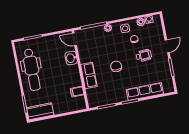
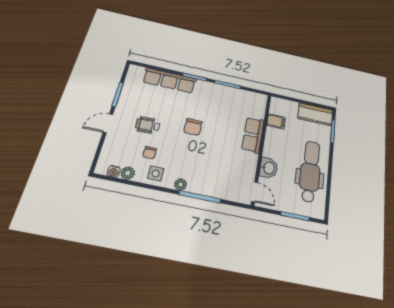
door: (74, 39) -> (255, 192), moved
washbasin: (71, 58) -> (269, 168), moved
wall: (80, 70) -> (262, 147), moved
row of seats: (89, 75) -> (253, 135), moved
filing cabinet: (77, 92) -> (276, 121), moved

